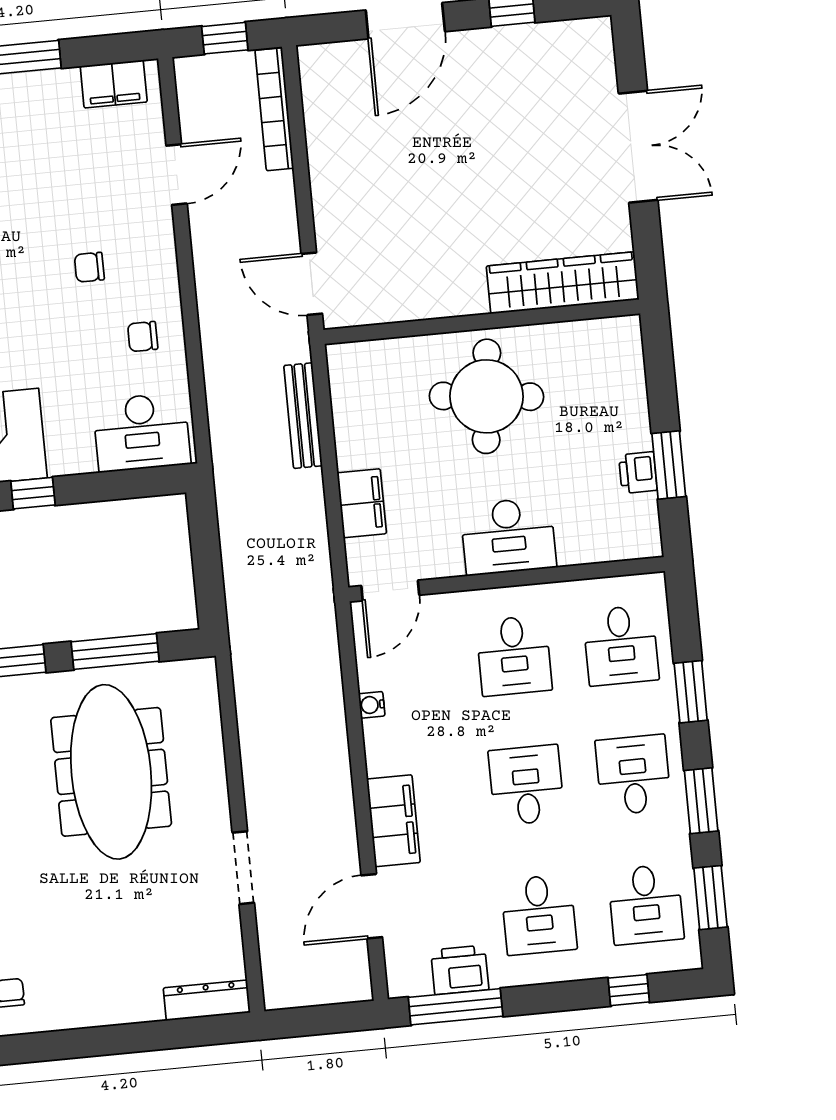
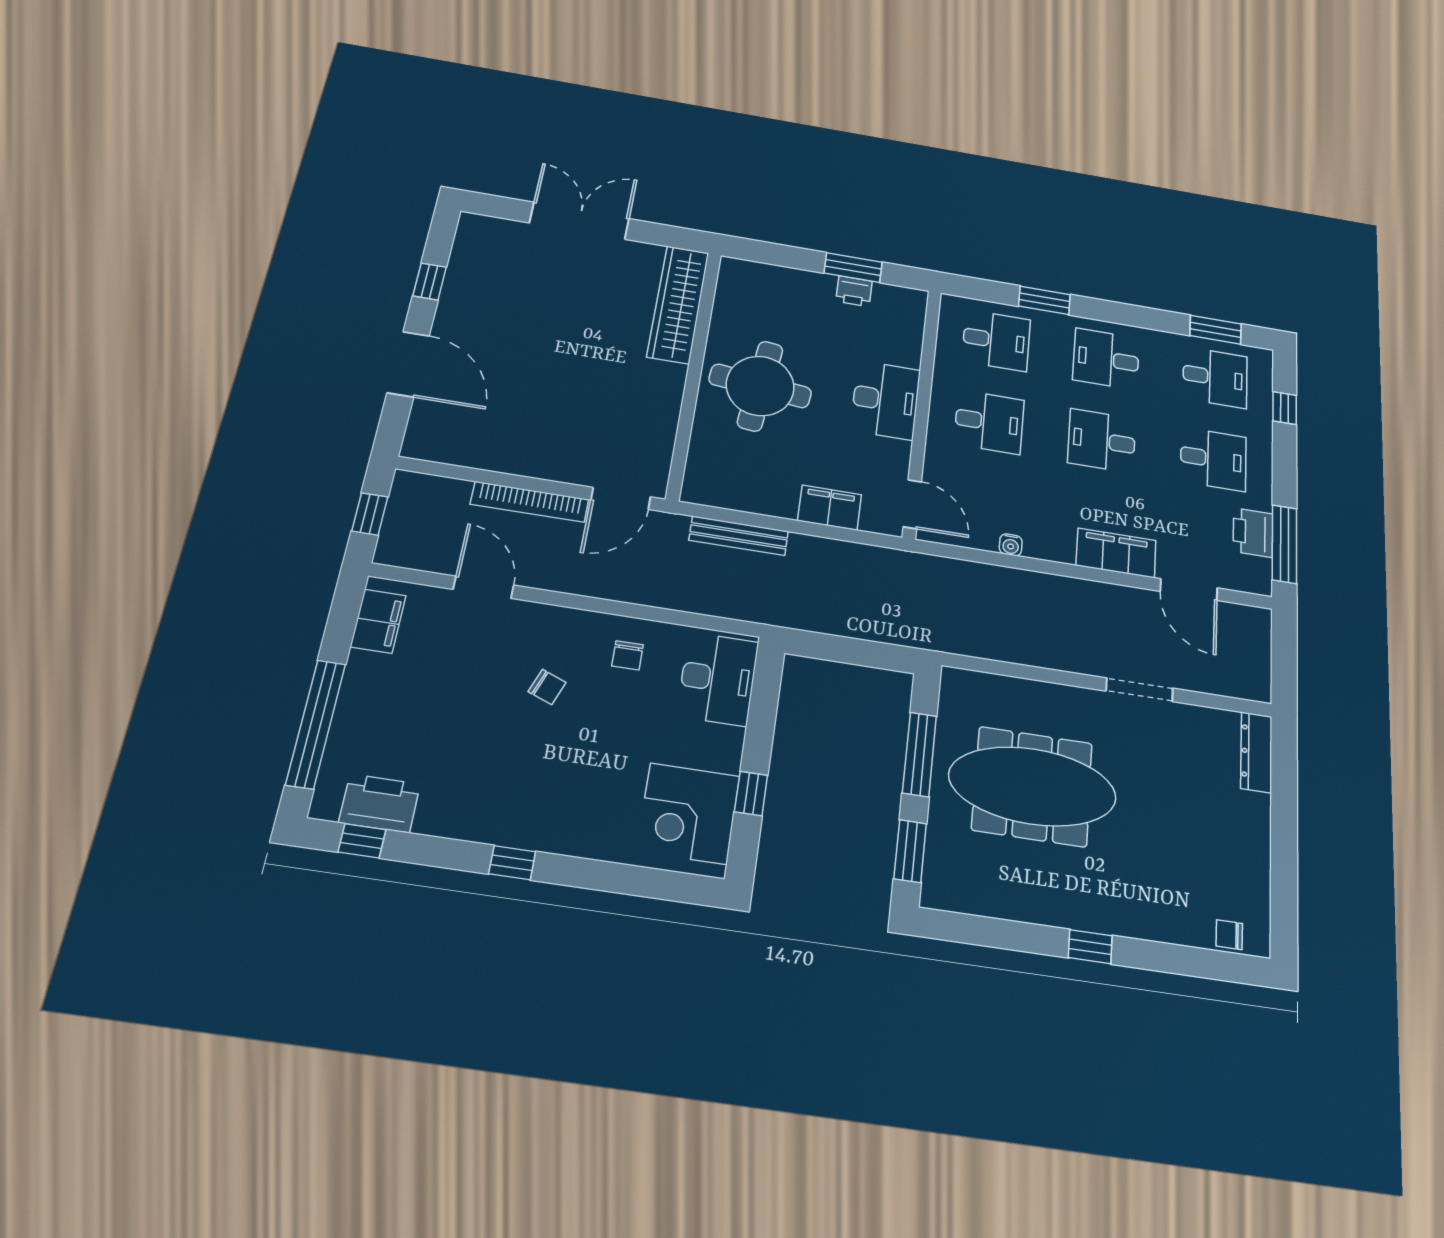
bookcase: (274, 109) -> (530, 502), moved
chair: (89, 267) -> (547, 687), turned -69
window: (701, 801) -> (1135, 316), removed

